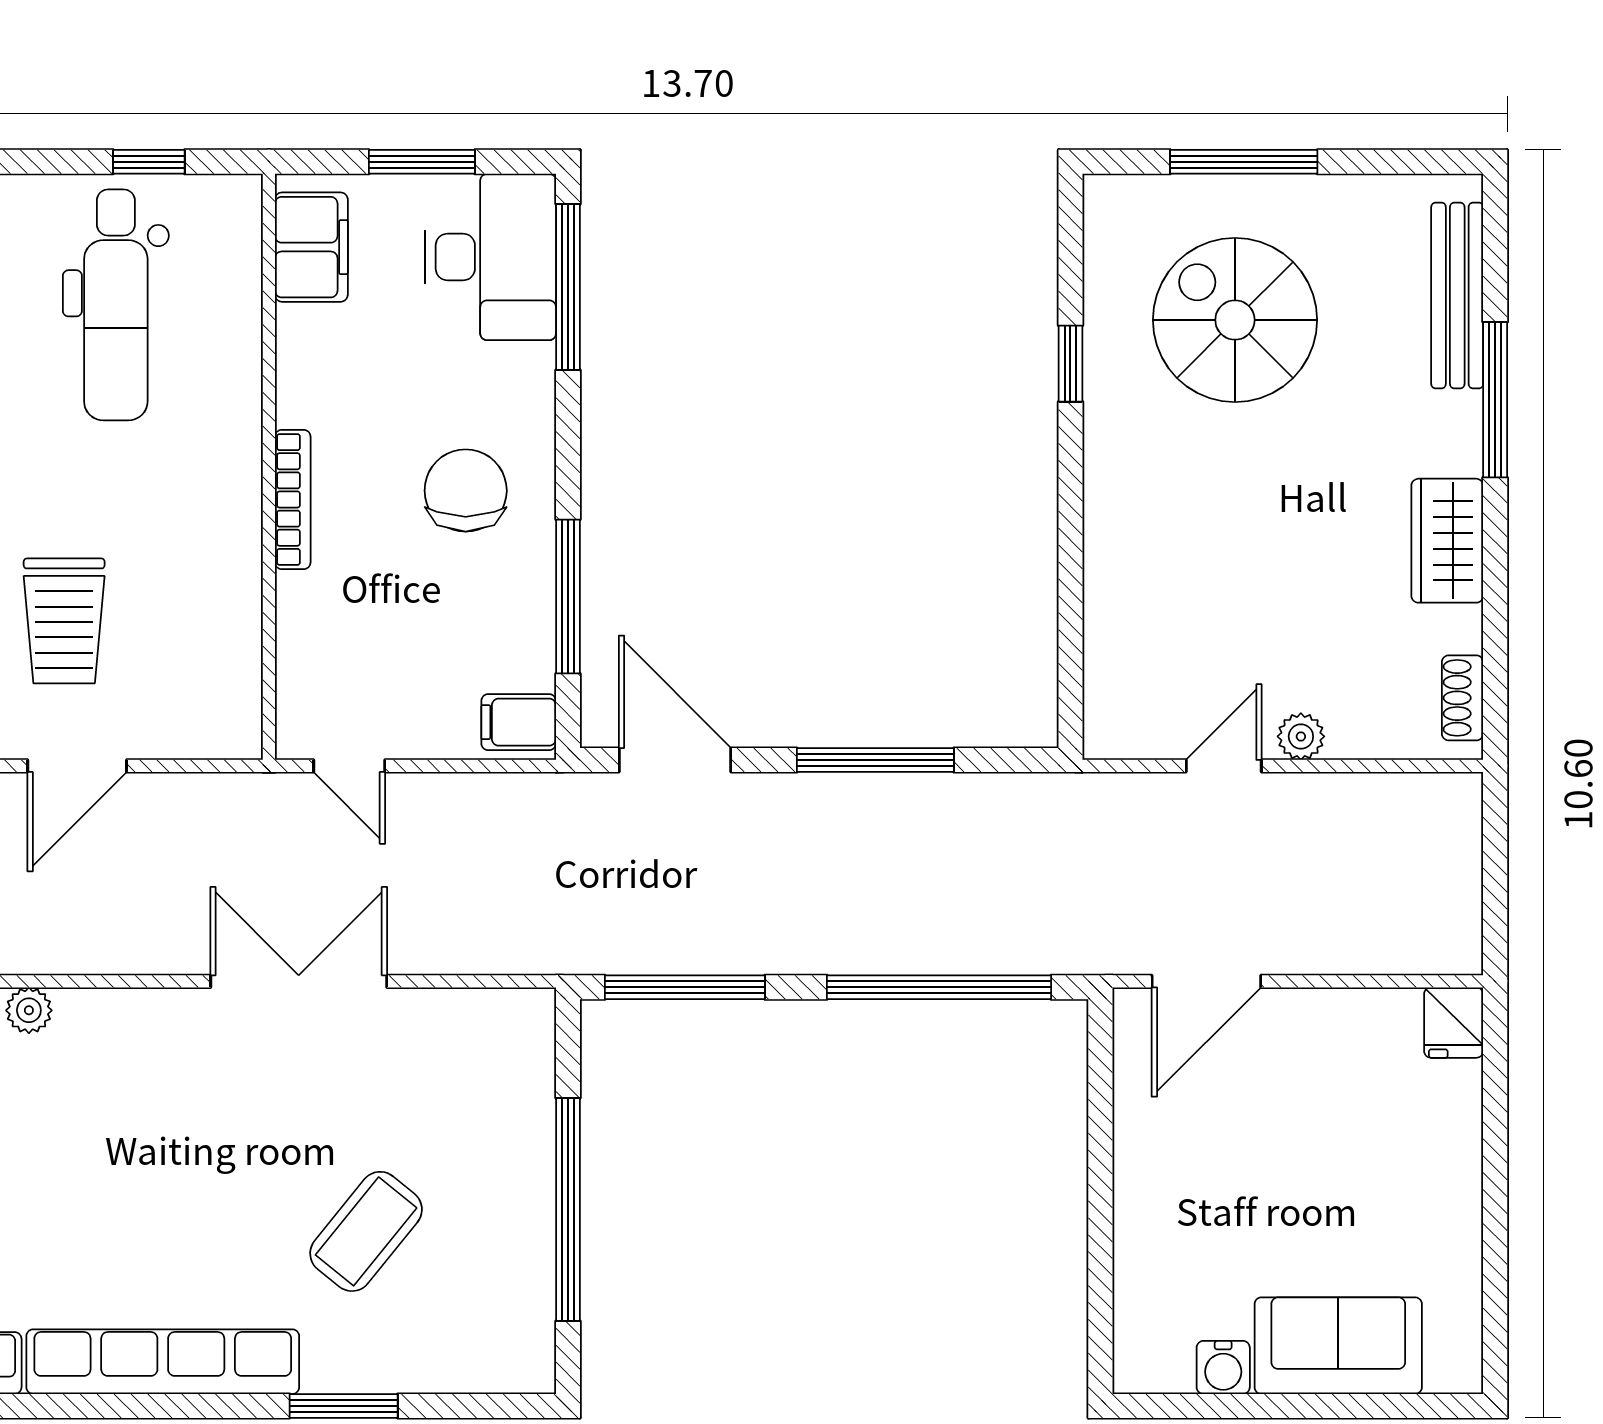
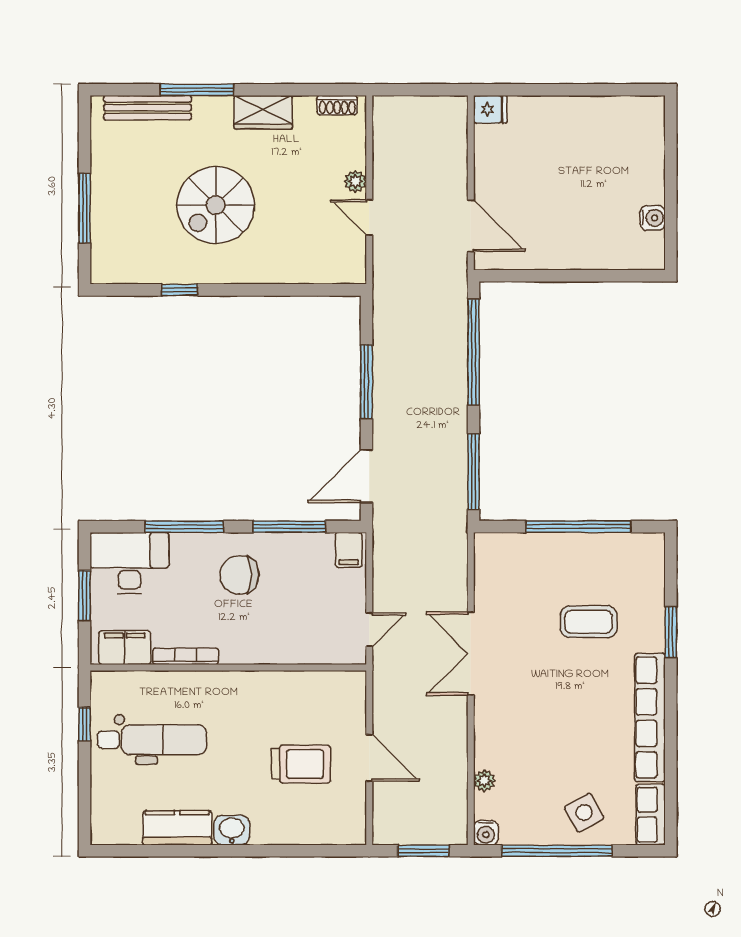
window: (568, 287) -> (184, 527), moved
spiral stairs: (1235, 320) -> (216, 205), moved
bookcase: (293, 499) -> (186, 656), moved
coffee table: (366, 1231) -> (589, 622), turned -39
sofa: (1338, 1346) -> (642, 164), removed

